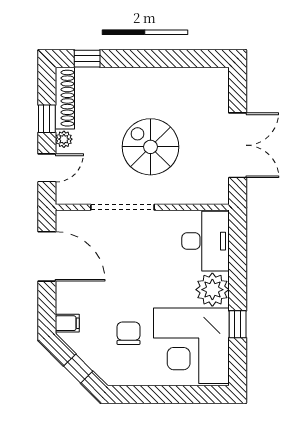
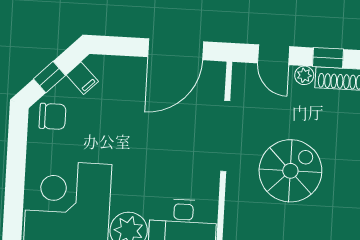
filing cabinet: (67, 323) -> (82, 78), moved, turned -45
chair: (128, 333) -> (53, 116), moved

